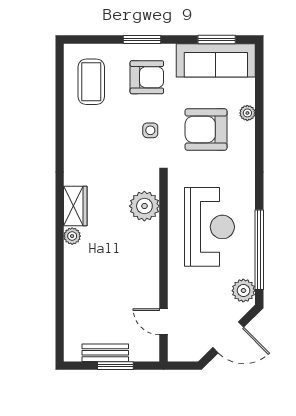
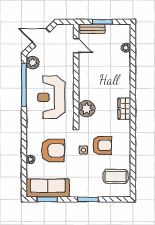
armchair: (147, 77) -> (102, 145), moved, turned 180
coffee table: (91, 82) -> (116, 176), turned 90
plant: (72, 236) -> (126, 48), moved
bench: (105, 353) -> (92, 29), moved

